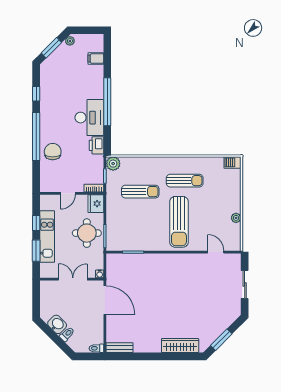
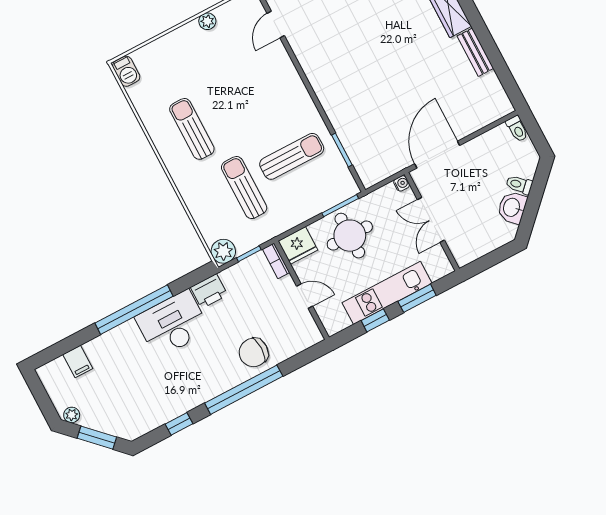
sun lounger: (179, 222) -> (292, 156), moved, width x0.73, depth x0.75
bench: (119, 348) -> (475, 52), moved

